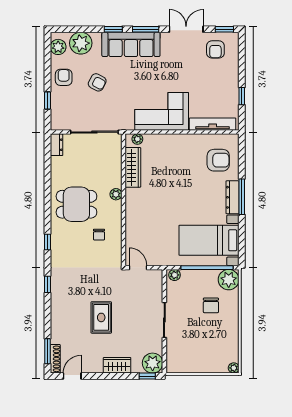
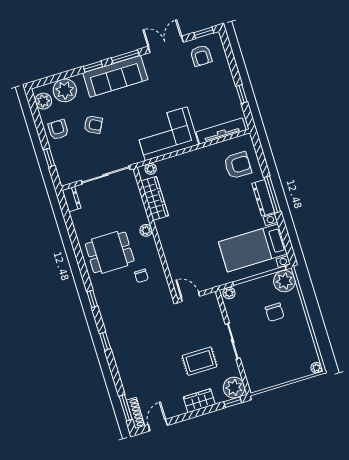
rug: (101, 317) -> (200, 361), moved, turned 90

